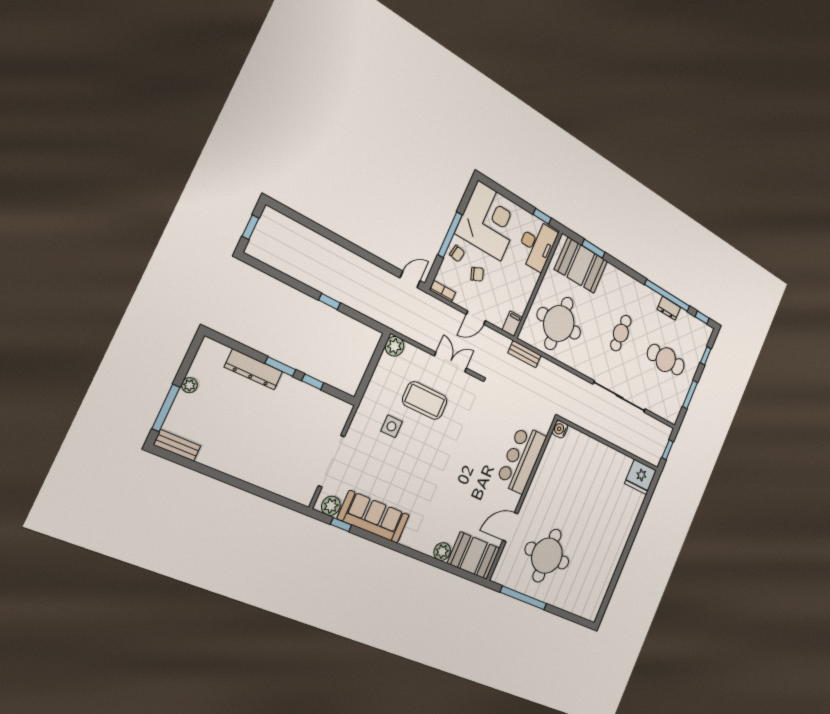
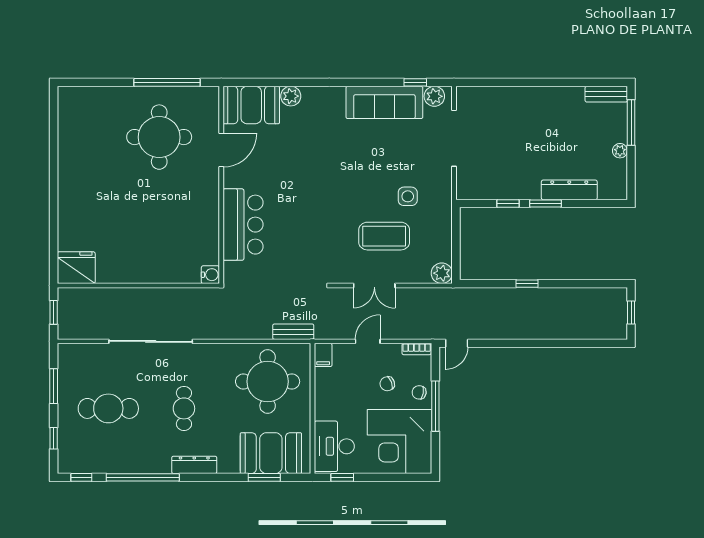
dresser: (669, 308) -> (194, 465), moved, width x1.44

